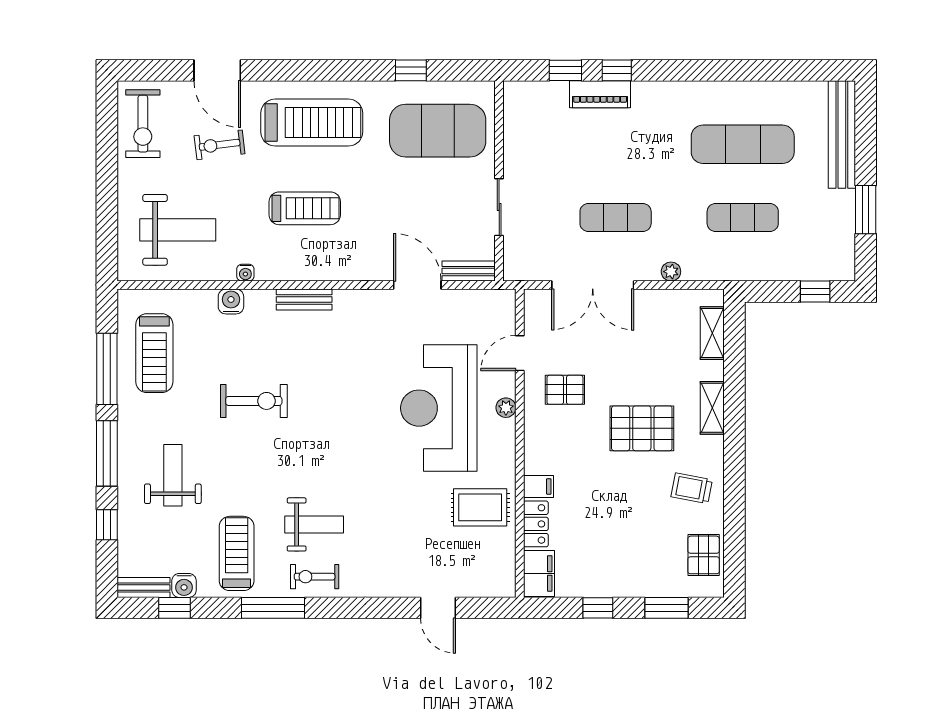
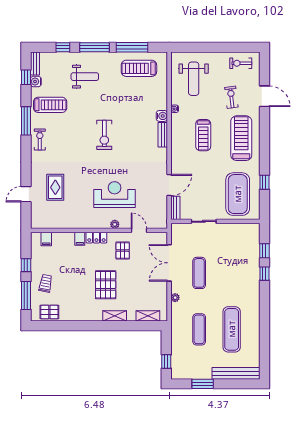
door: (217, 70) -> (264, 96), swing flipped
piano: (600, 94) -> (254, 266), removed
treadmill: (312, 123) -> (241, 138), turned 180
exercise bike: (143, 124) -> (241, 63), width x0.73, depth x0.72
water cooler: (231, 301) -> (162, 116), moved
exercise bike: (254, 401) -> (104, 135), moved
reception desk: (439, 408) -> (115, 195), width x0.74, depth x0.77
trolley: (692, 488) -> (46, 283), moved
rug: (480, 507) -> (55, 187), moved
weight bench: (314, 524) -> (63, 139), removed
locker: (536, 524) -> (96, 238), moved
filing cabinet: (539, 573) -> (46, 239), width x0.50
window: (667, 608) -> (26, 296), width x1.44

